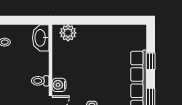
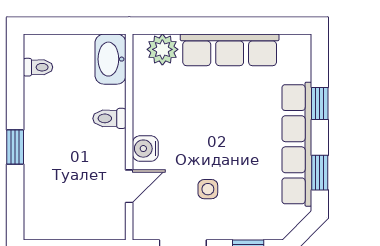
row of seats: (103, 33) -> (230, 50), added
toilet: (40, 81) -> (109, 118), moved

